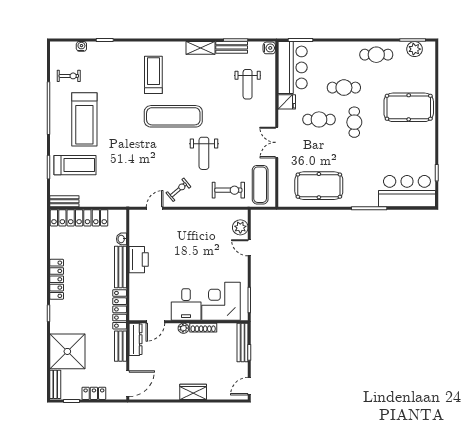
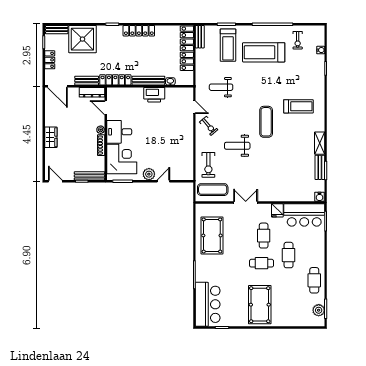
weight bench: (248, 84) -> (221, 87), moved
pool table: (409, 107) -> (260, 305), moved
exercise mat: (173, 116) -> (266, 122), width x0.73, depth x0.69
plant: (240, 227) -> (149, 174), moved

